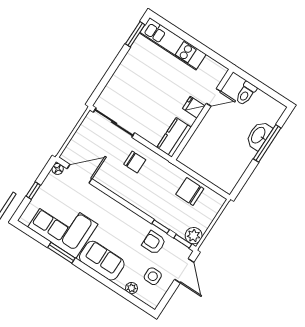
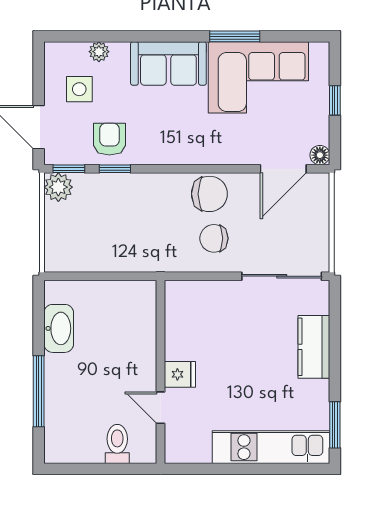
door: (214, 97) -> (161, 408), hinge flipped
washbasin: (259, 135) -> (59, 328), moved
kitchen counter: (174, 137) -> (314, 347), moved, turned 180
chair: (190, 191) -> (209, 194), moved
armchair: (154, 243) -> (109, 139), turned -90

